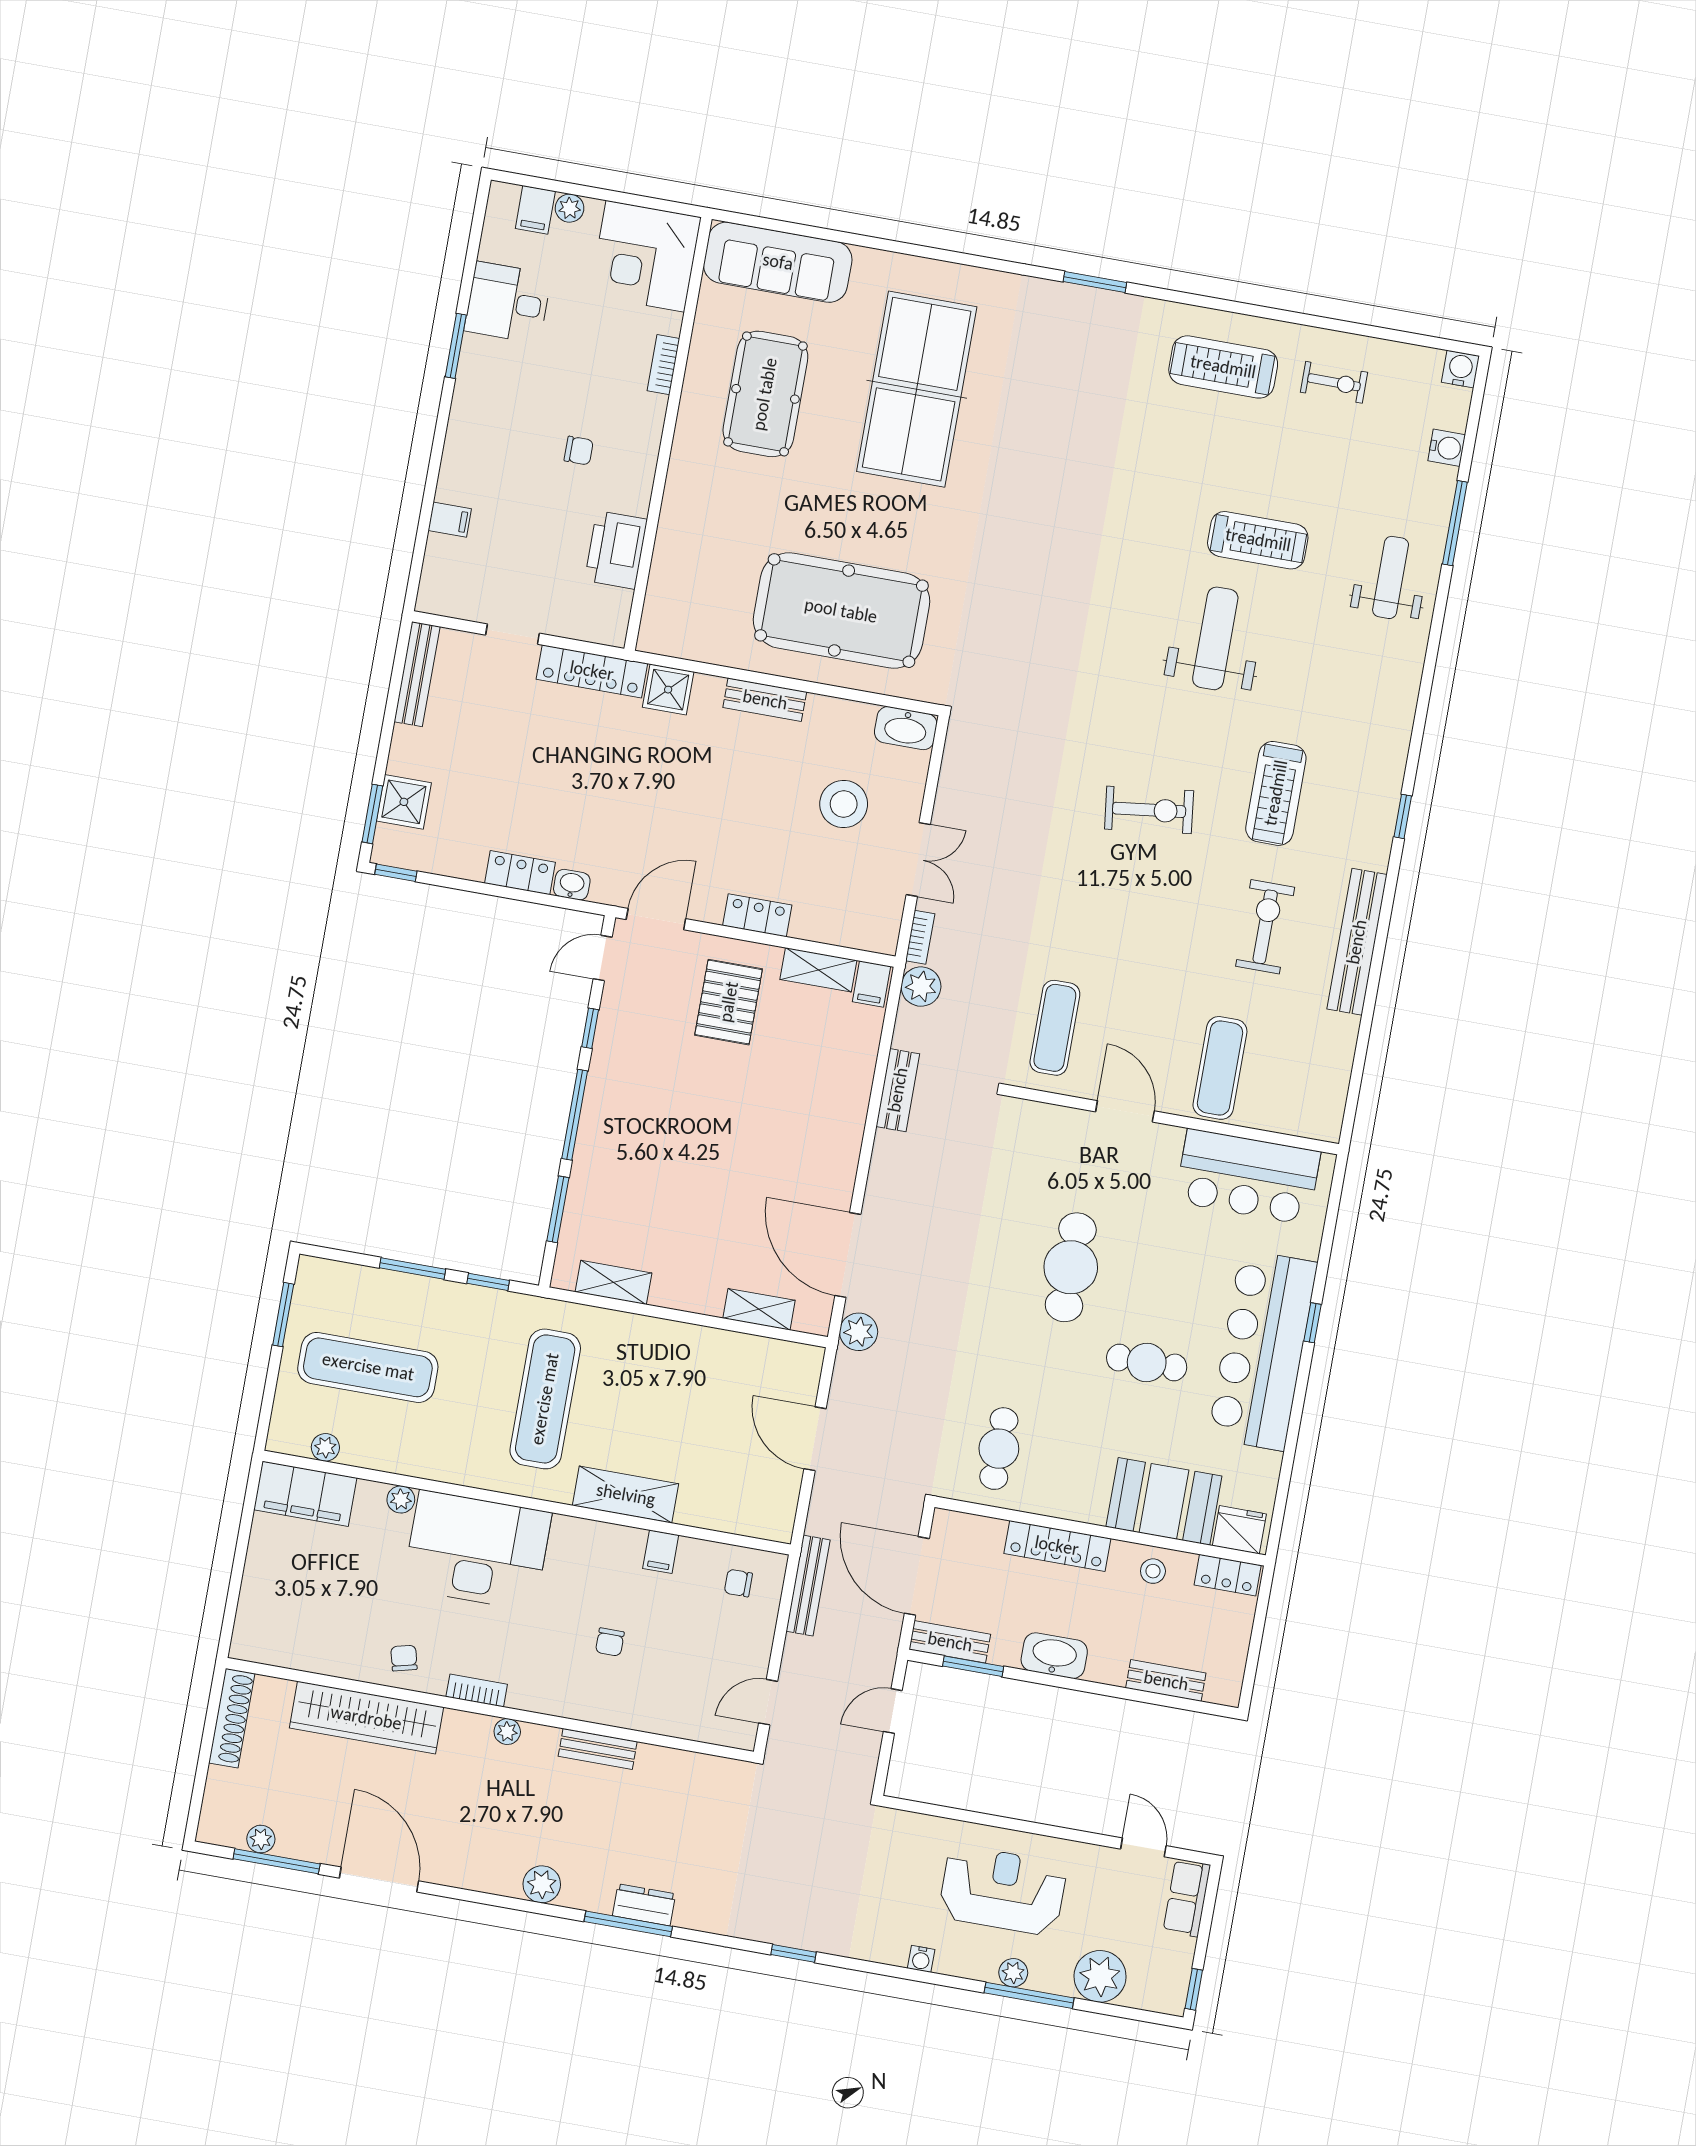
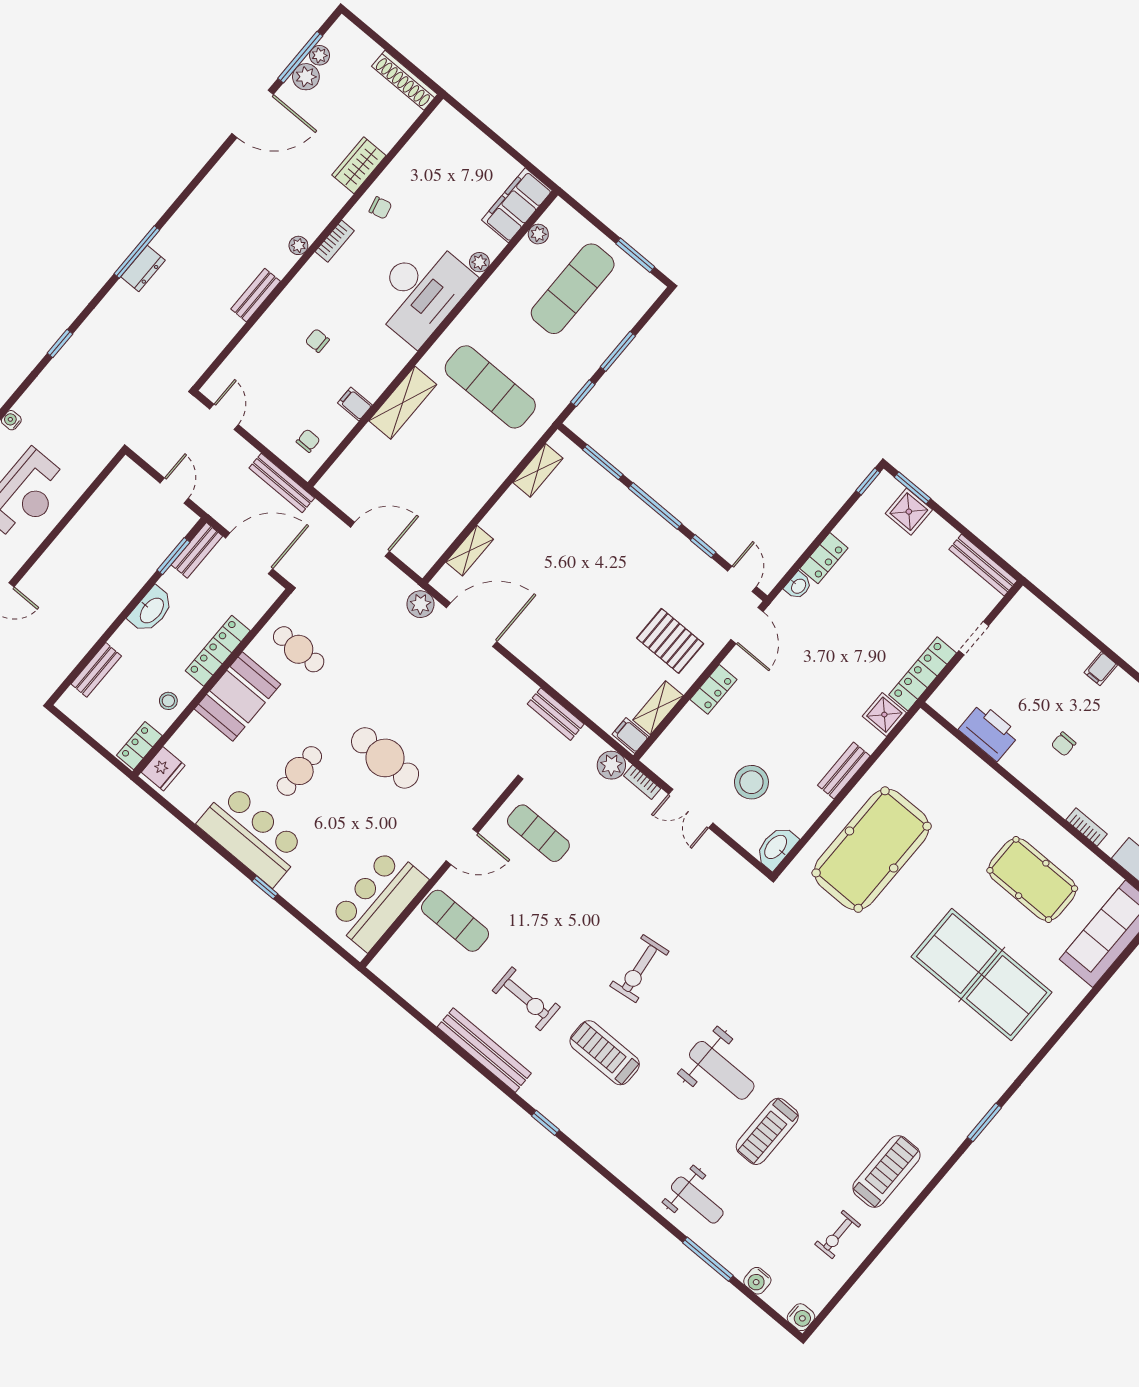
filing cabinet: (450, 520) -> (1101, 669), moved
bar counter: (1263, 1350) -> (252, 835), width x0.73
booth: (1164, 1501) -> (238, 697), moved
wardrobe: (366, 1718) -> (359, 165), width x0.48, depth x0.85
plant: (542, 1884) -> (306, 77), moved

